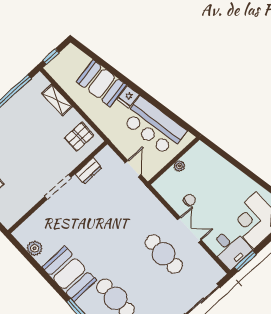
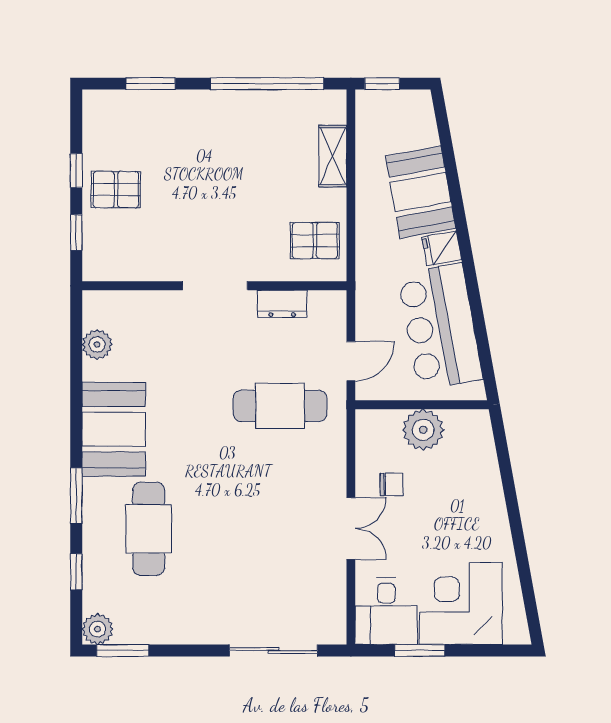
plant: (179, 166) -> (423, 430), width x1.88, depth x1.88
cafe table: (164, 254) -> (280, 406), moved, turned 90
window: (245, 261) -> (420, 650), moved

